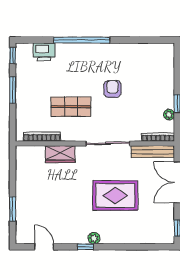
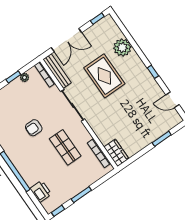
wardrobe: (60, 154) -> (116, 153), moved
plant: (94, 238) -> (122, 48), moved, width x1.88, depth x1.88
door: (44, 247) -> (172, 100), hinge flipped

